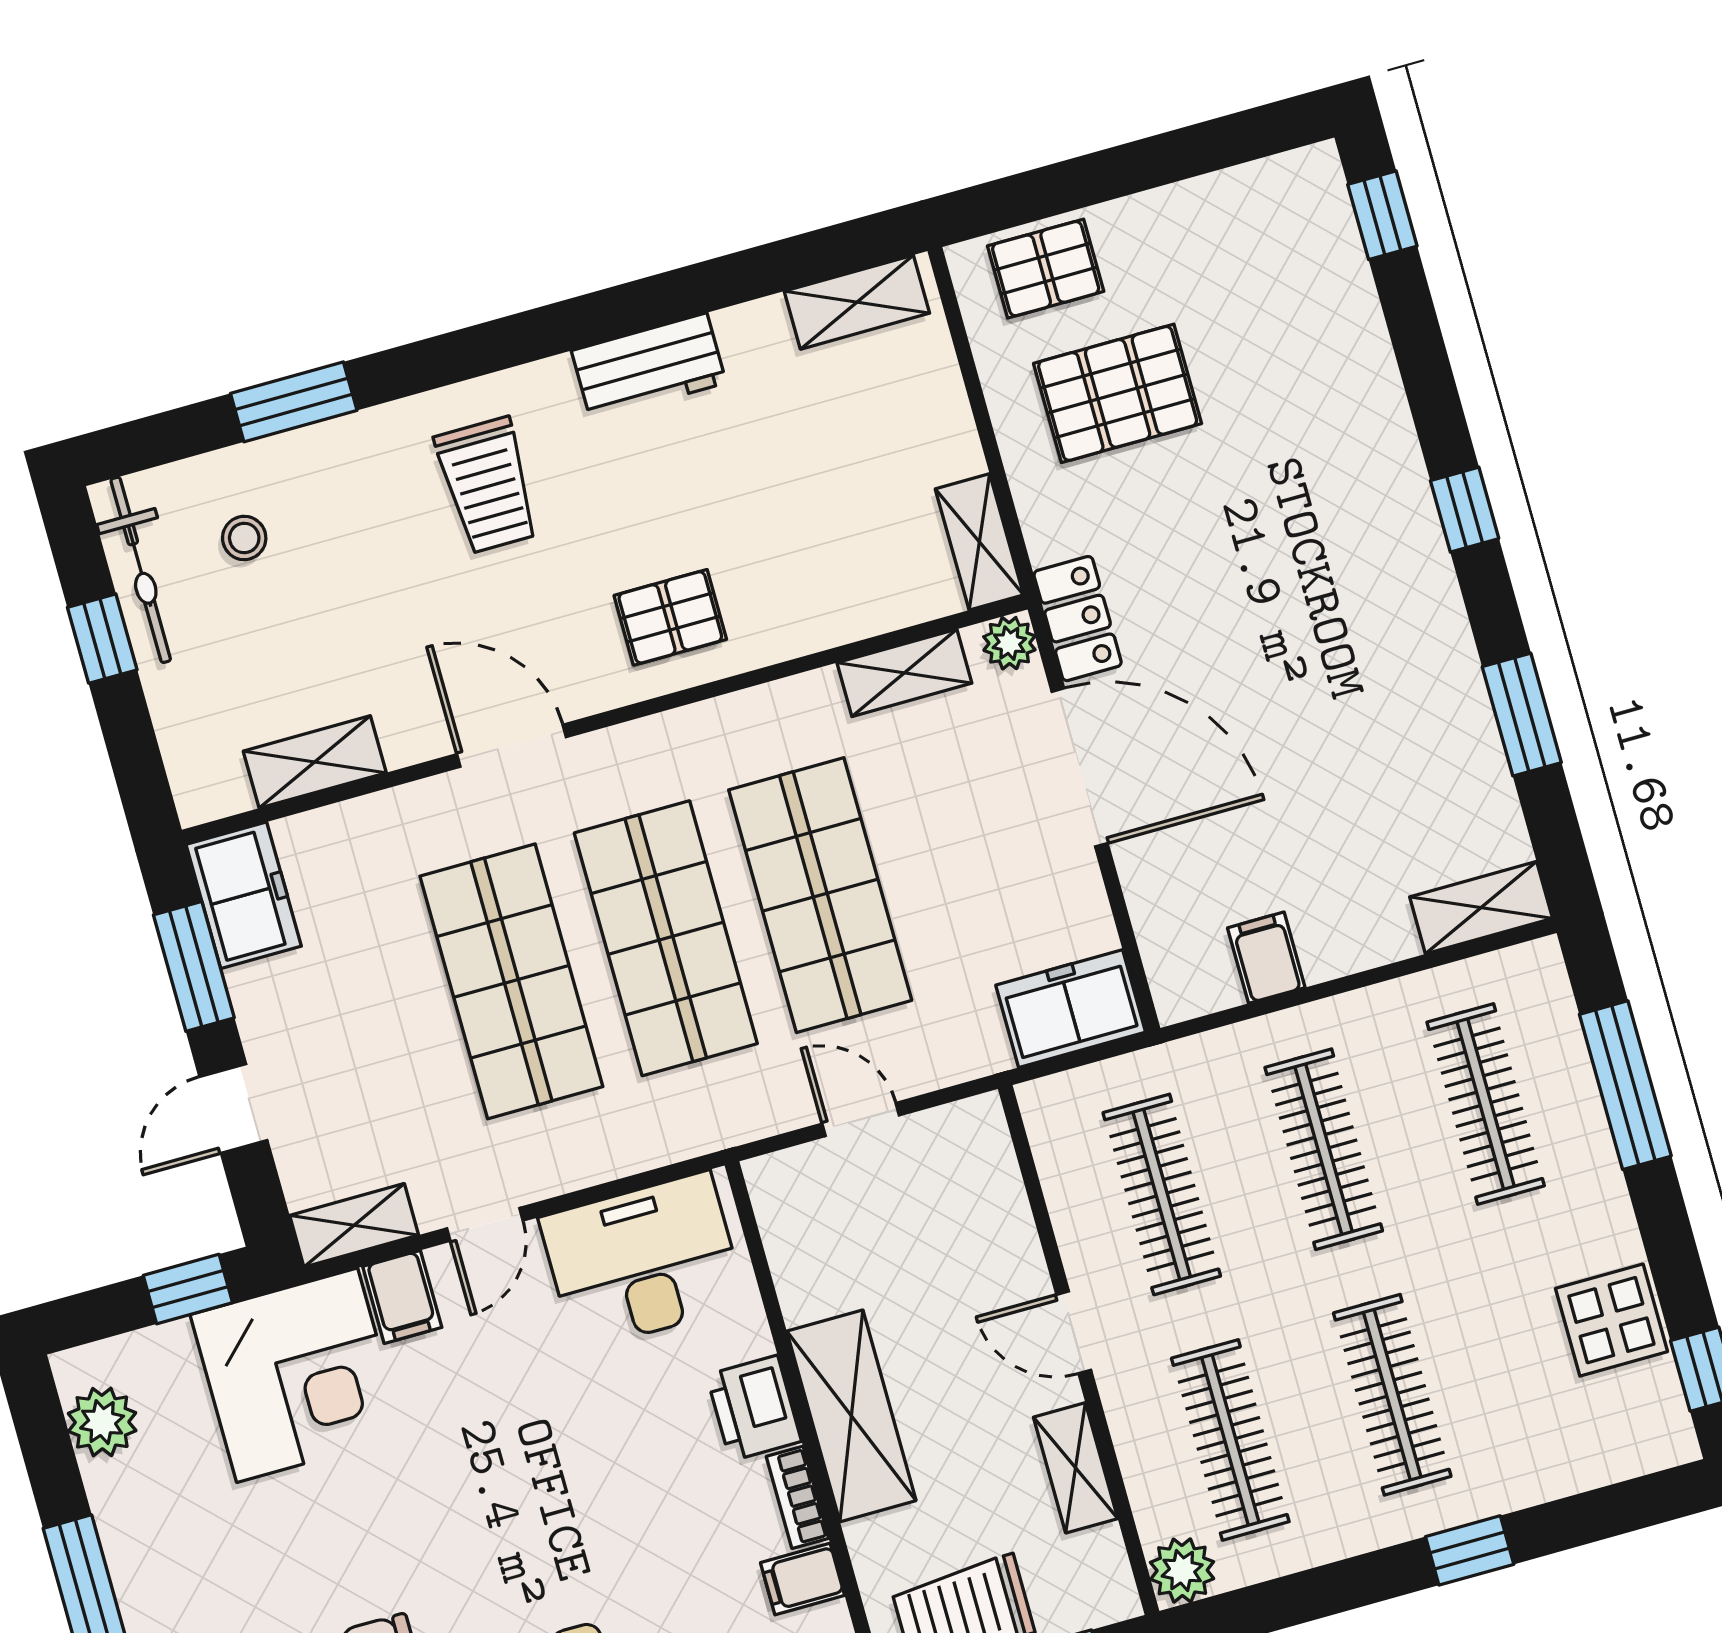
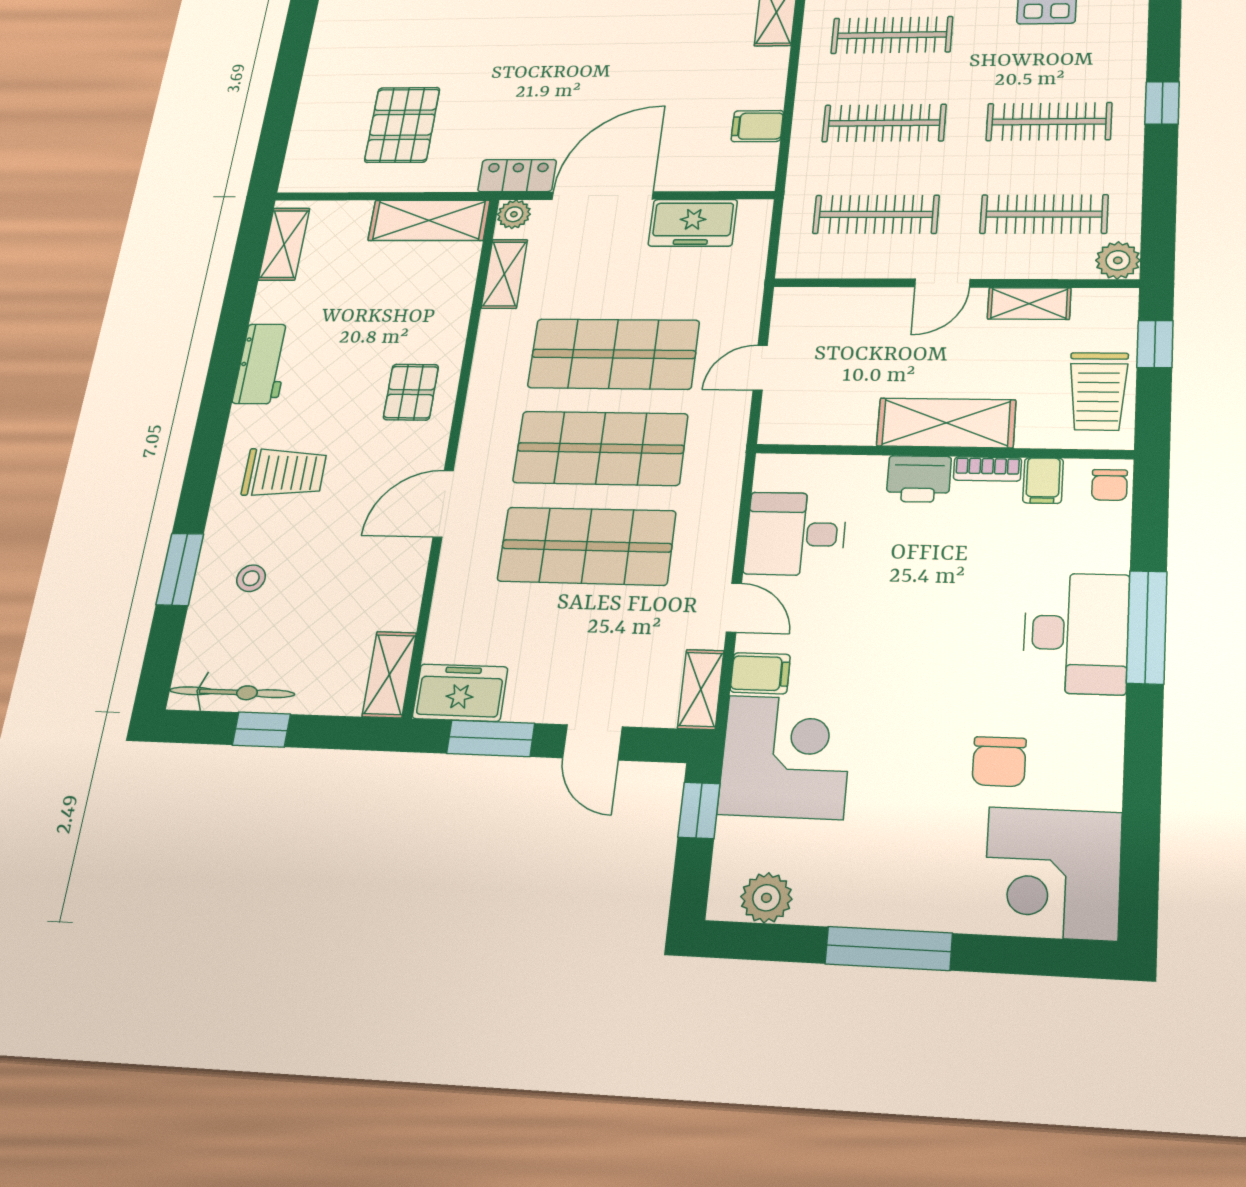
pallet: (1046, 269) -> (316, 144), removed
stool: (244, 538) -> (251, 578), moved
shelving: (979, 542) -> (429, 220), width x1.50, depth x1.33
shelving: (315, 762) -> (389, 675), moved
freezer: (1071, 1009) -> (693, 223), moved, turned -90
desk: (643, 1261) -> (796, 534), width x0.73

